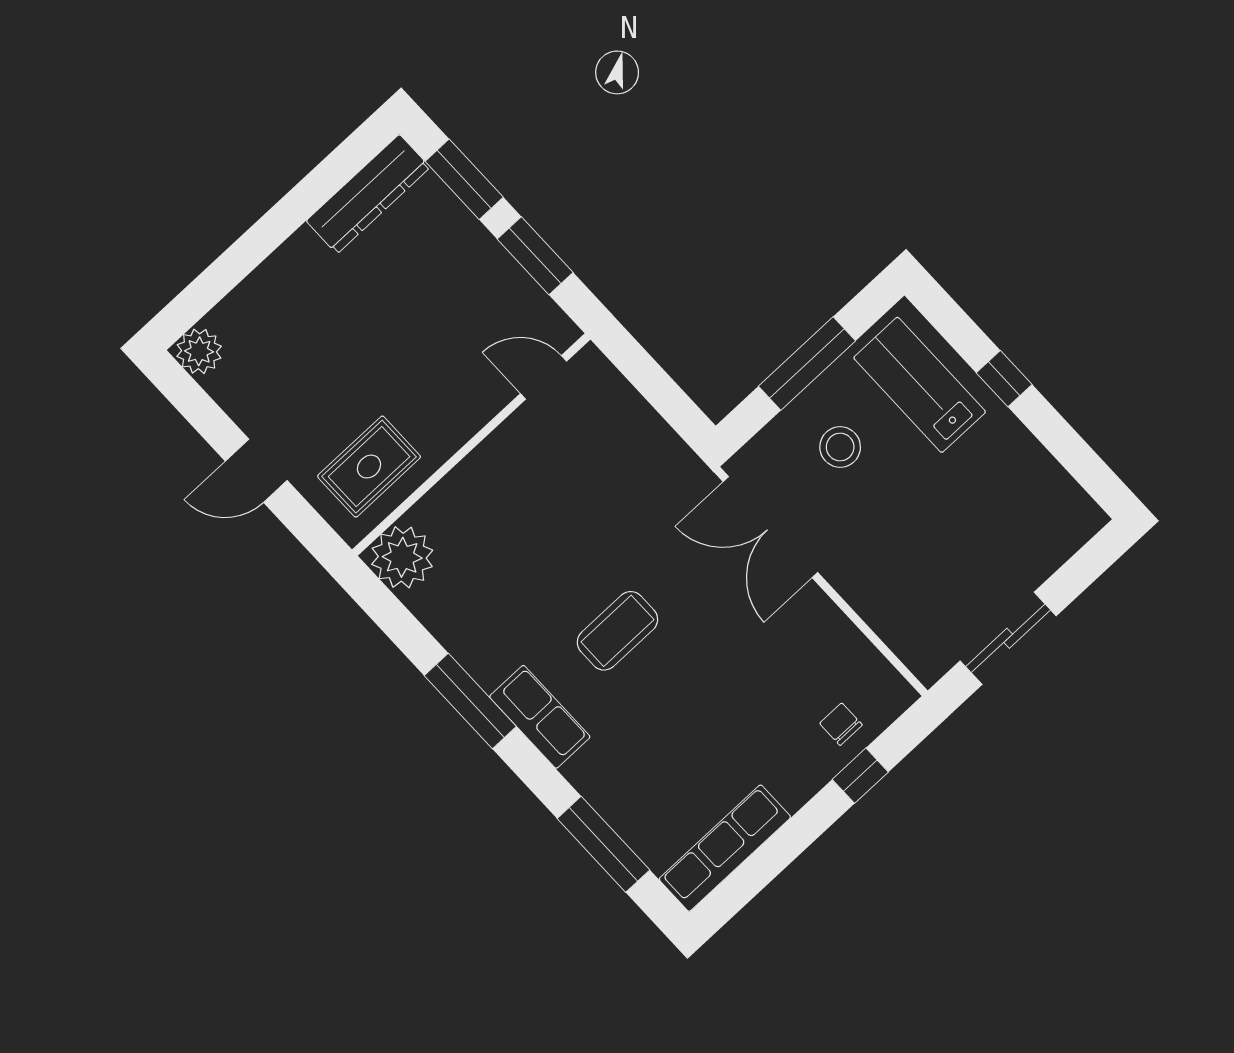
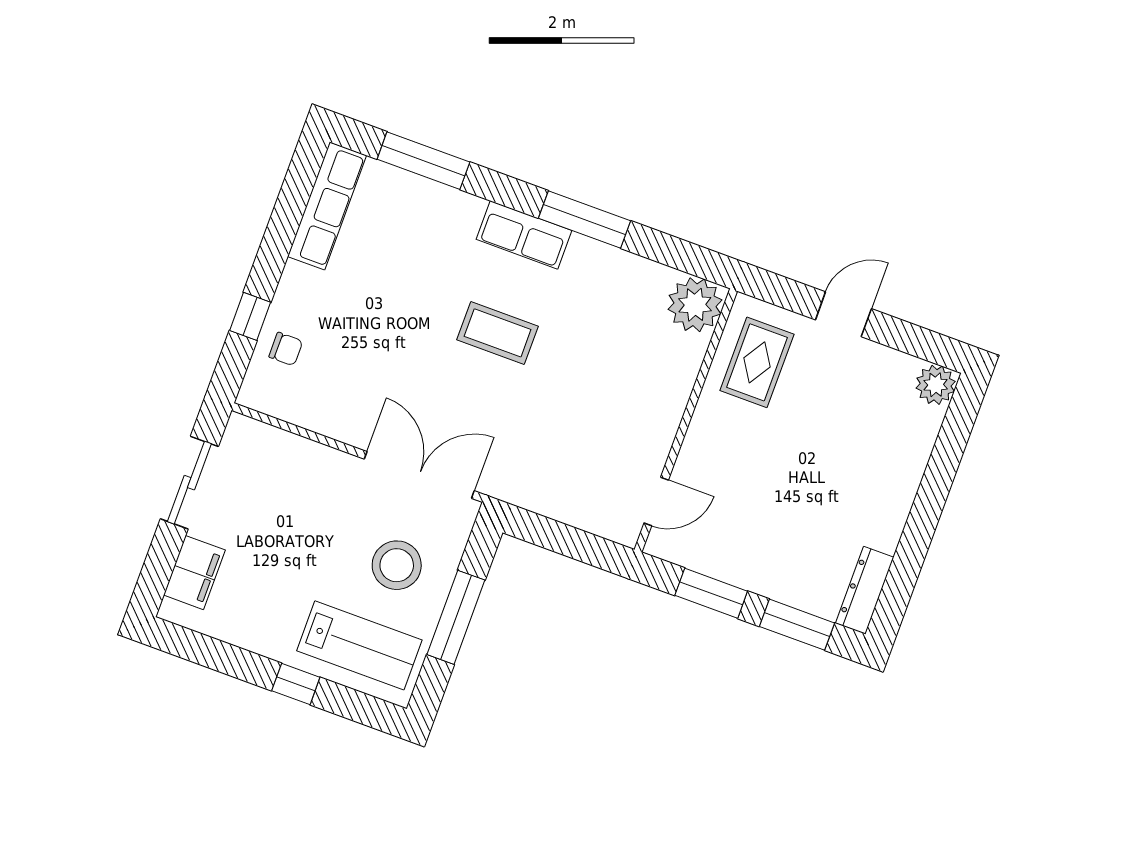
dresser: (368, 194) -> (865, 590), width x0.73, depth x0.80
stool: (840, 447) -> (397, 565), width x1.38, depth x1.38
filing cabinet: (1050, 544) -> (194, 573), added
coffee table: (617, 631) -> (498, 333), turned 90

